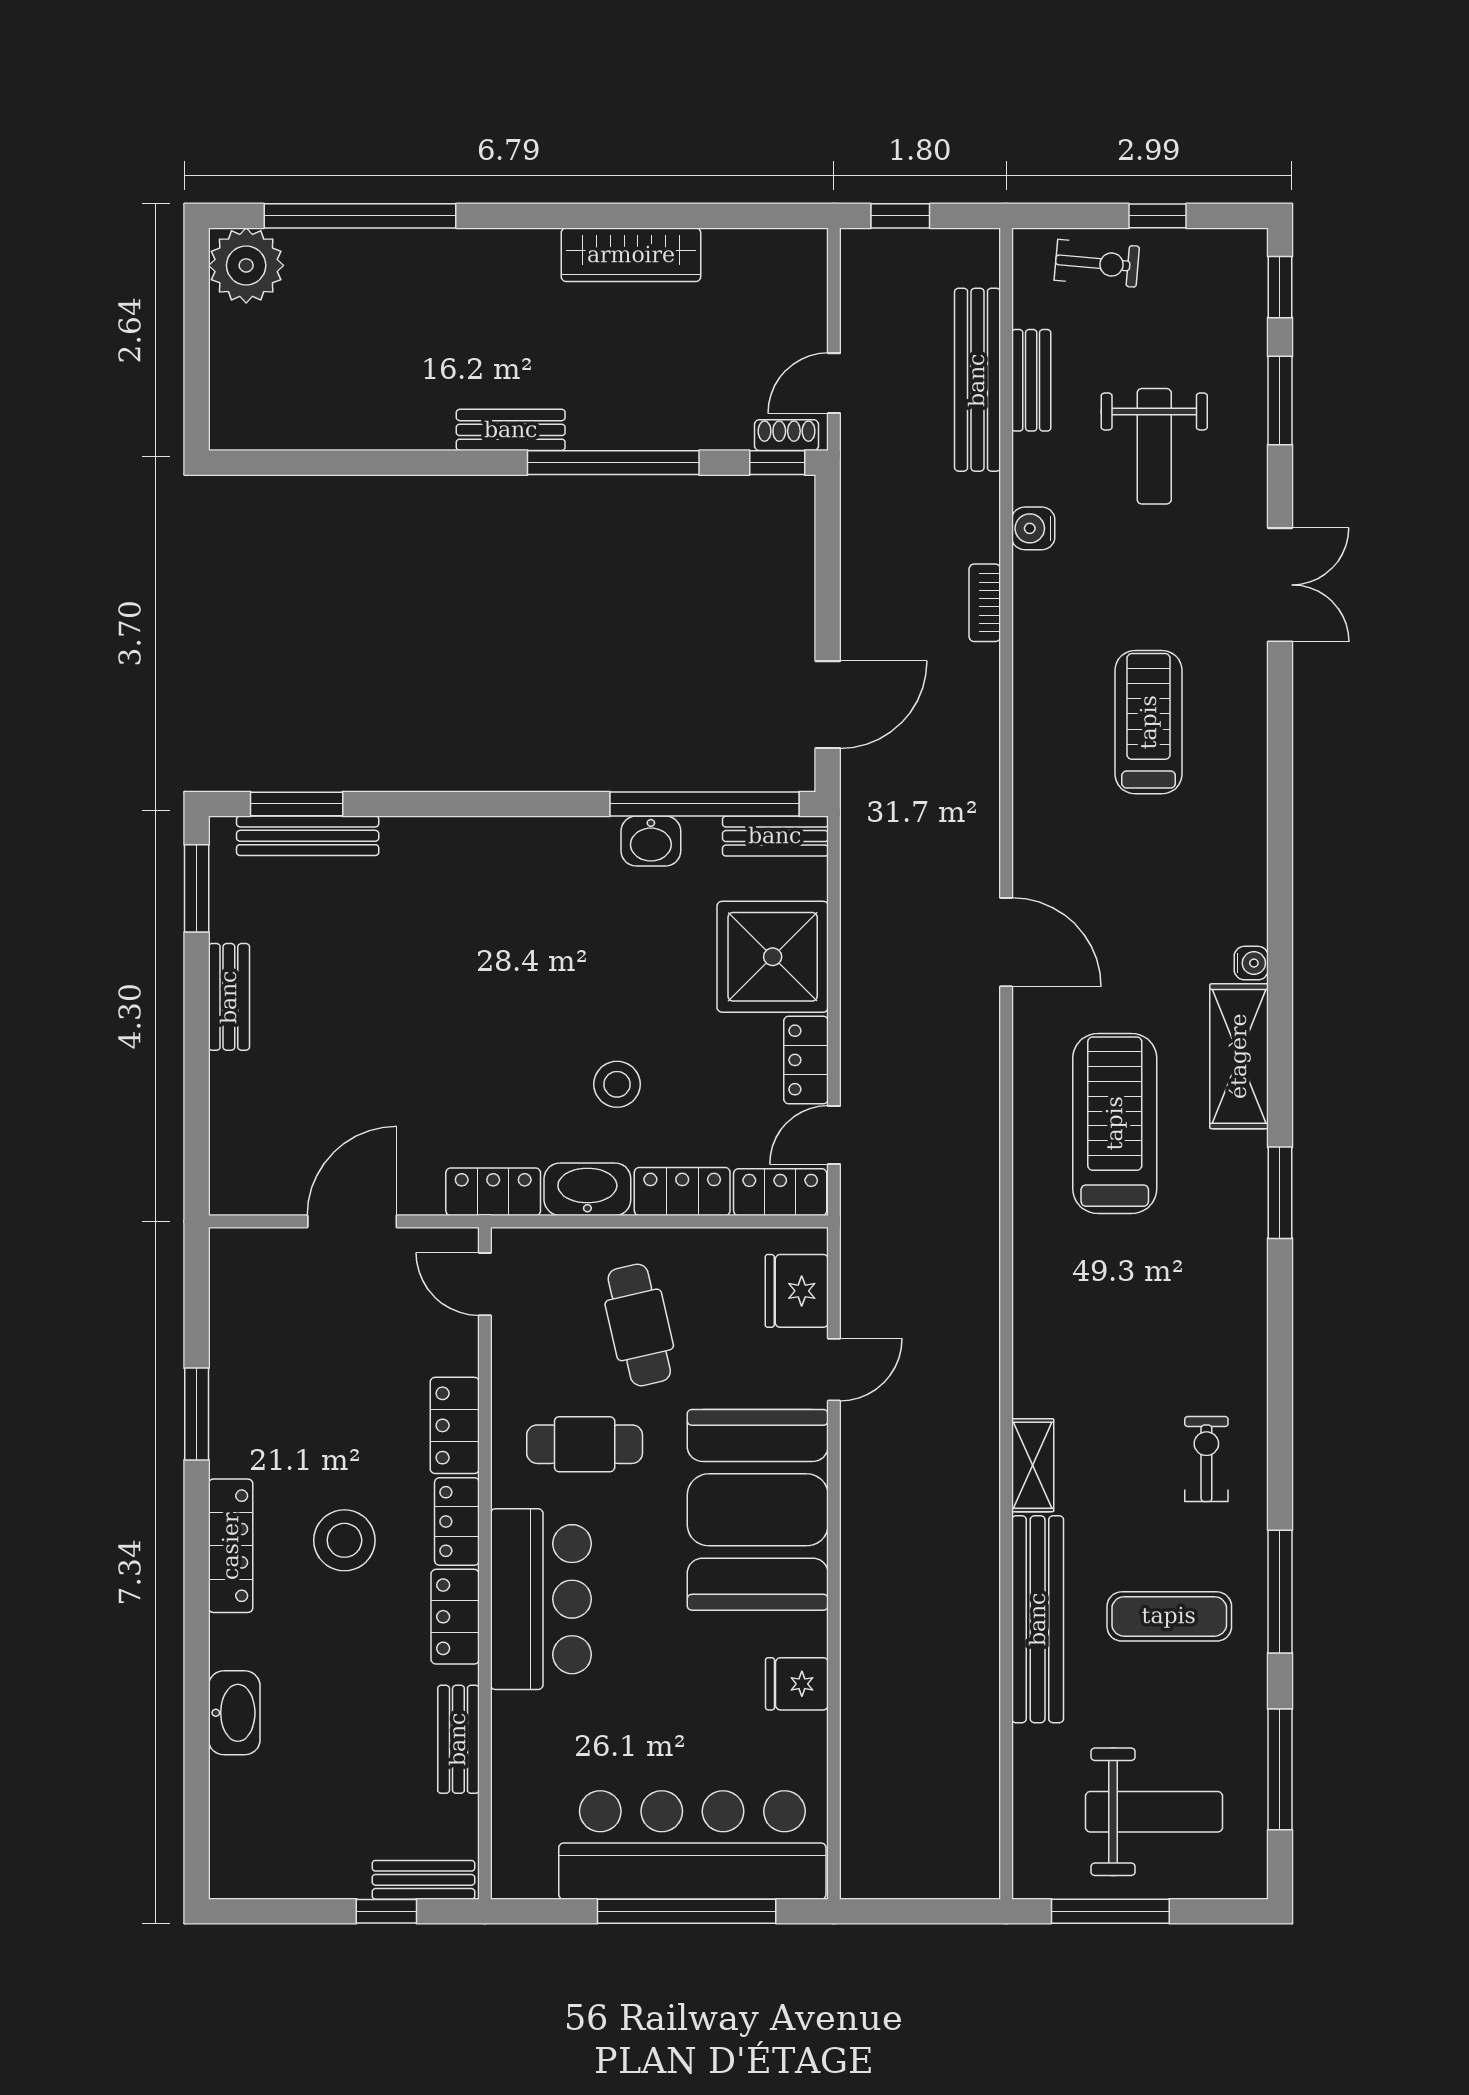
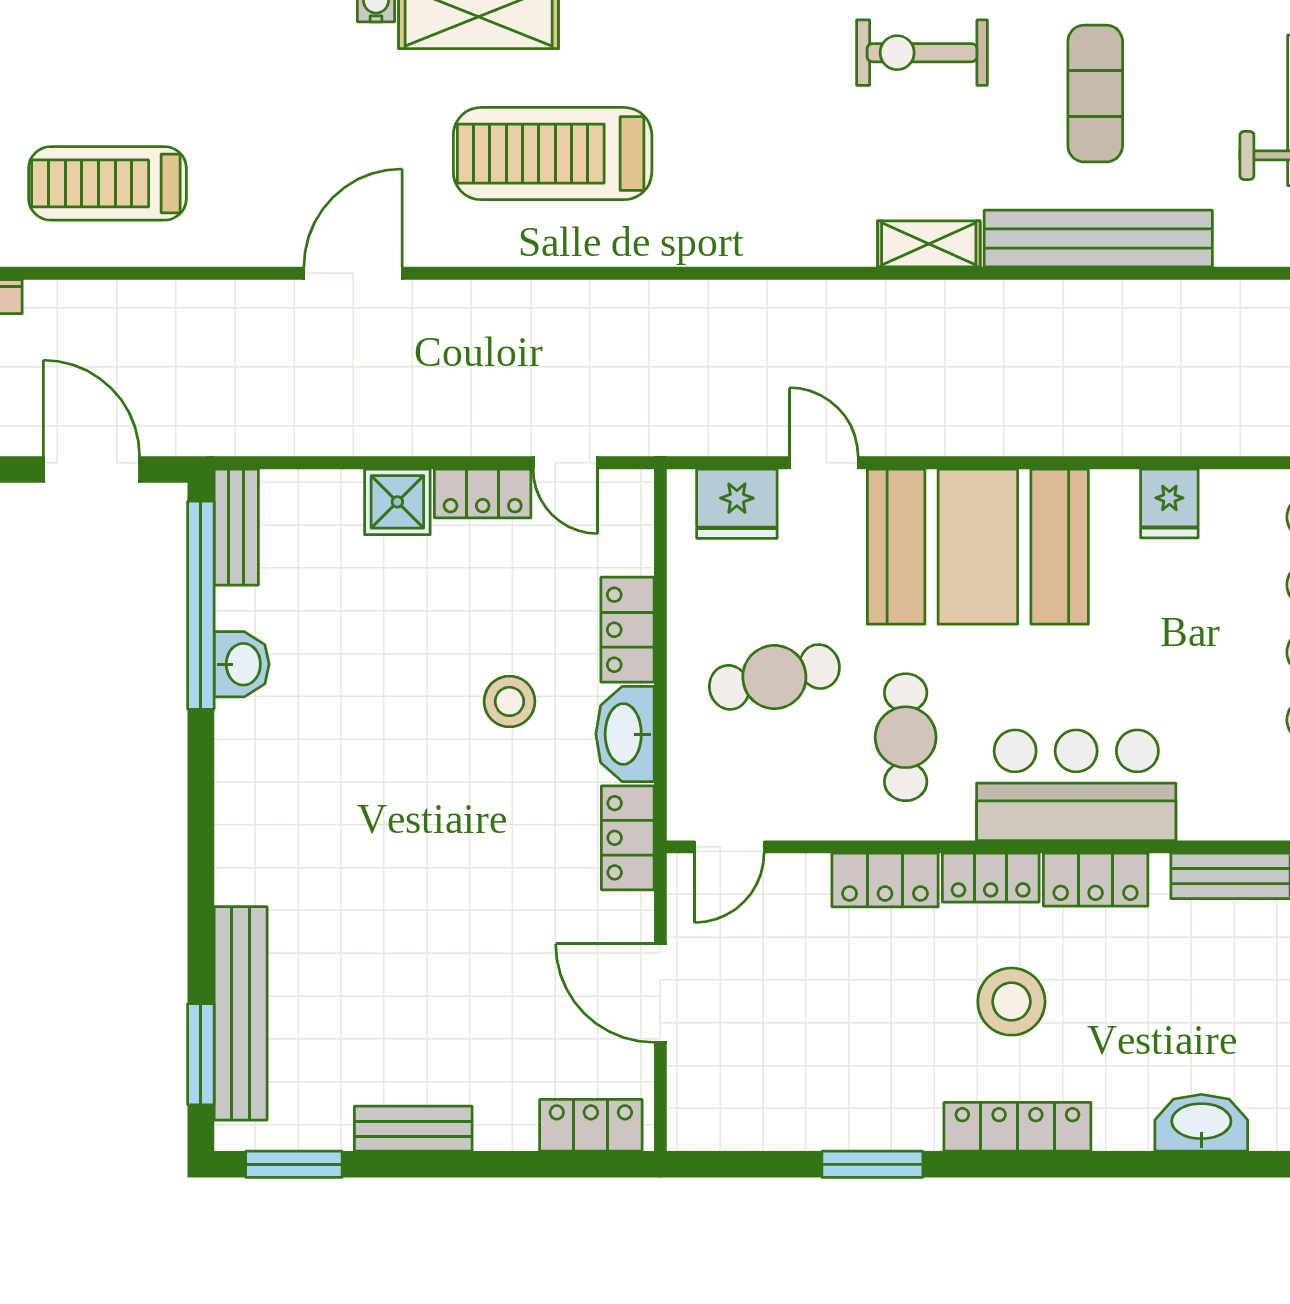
treadmill: (1149, 722) -> (108, 183), moved
bench: (308, 836) -> (241, 1013), width x1.37, depth x1.21
shower: (773, 957) -> (397, 502), width x0.54, depth x0.54
locker: (780, 1192) -> (591, 1125), moved, turned 90
exercise bike: (1206, 1459) -> (922, 53), width x1.38, depth x1.39

